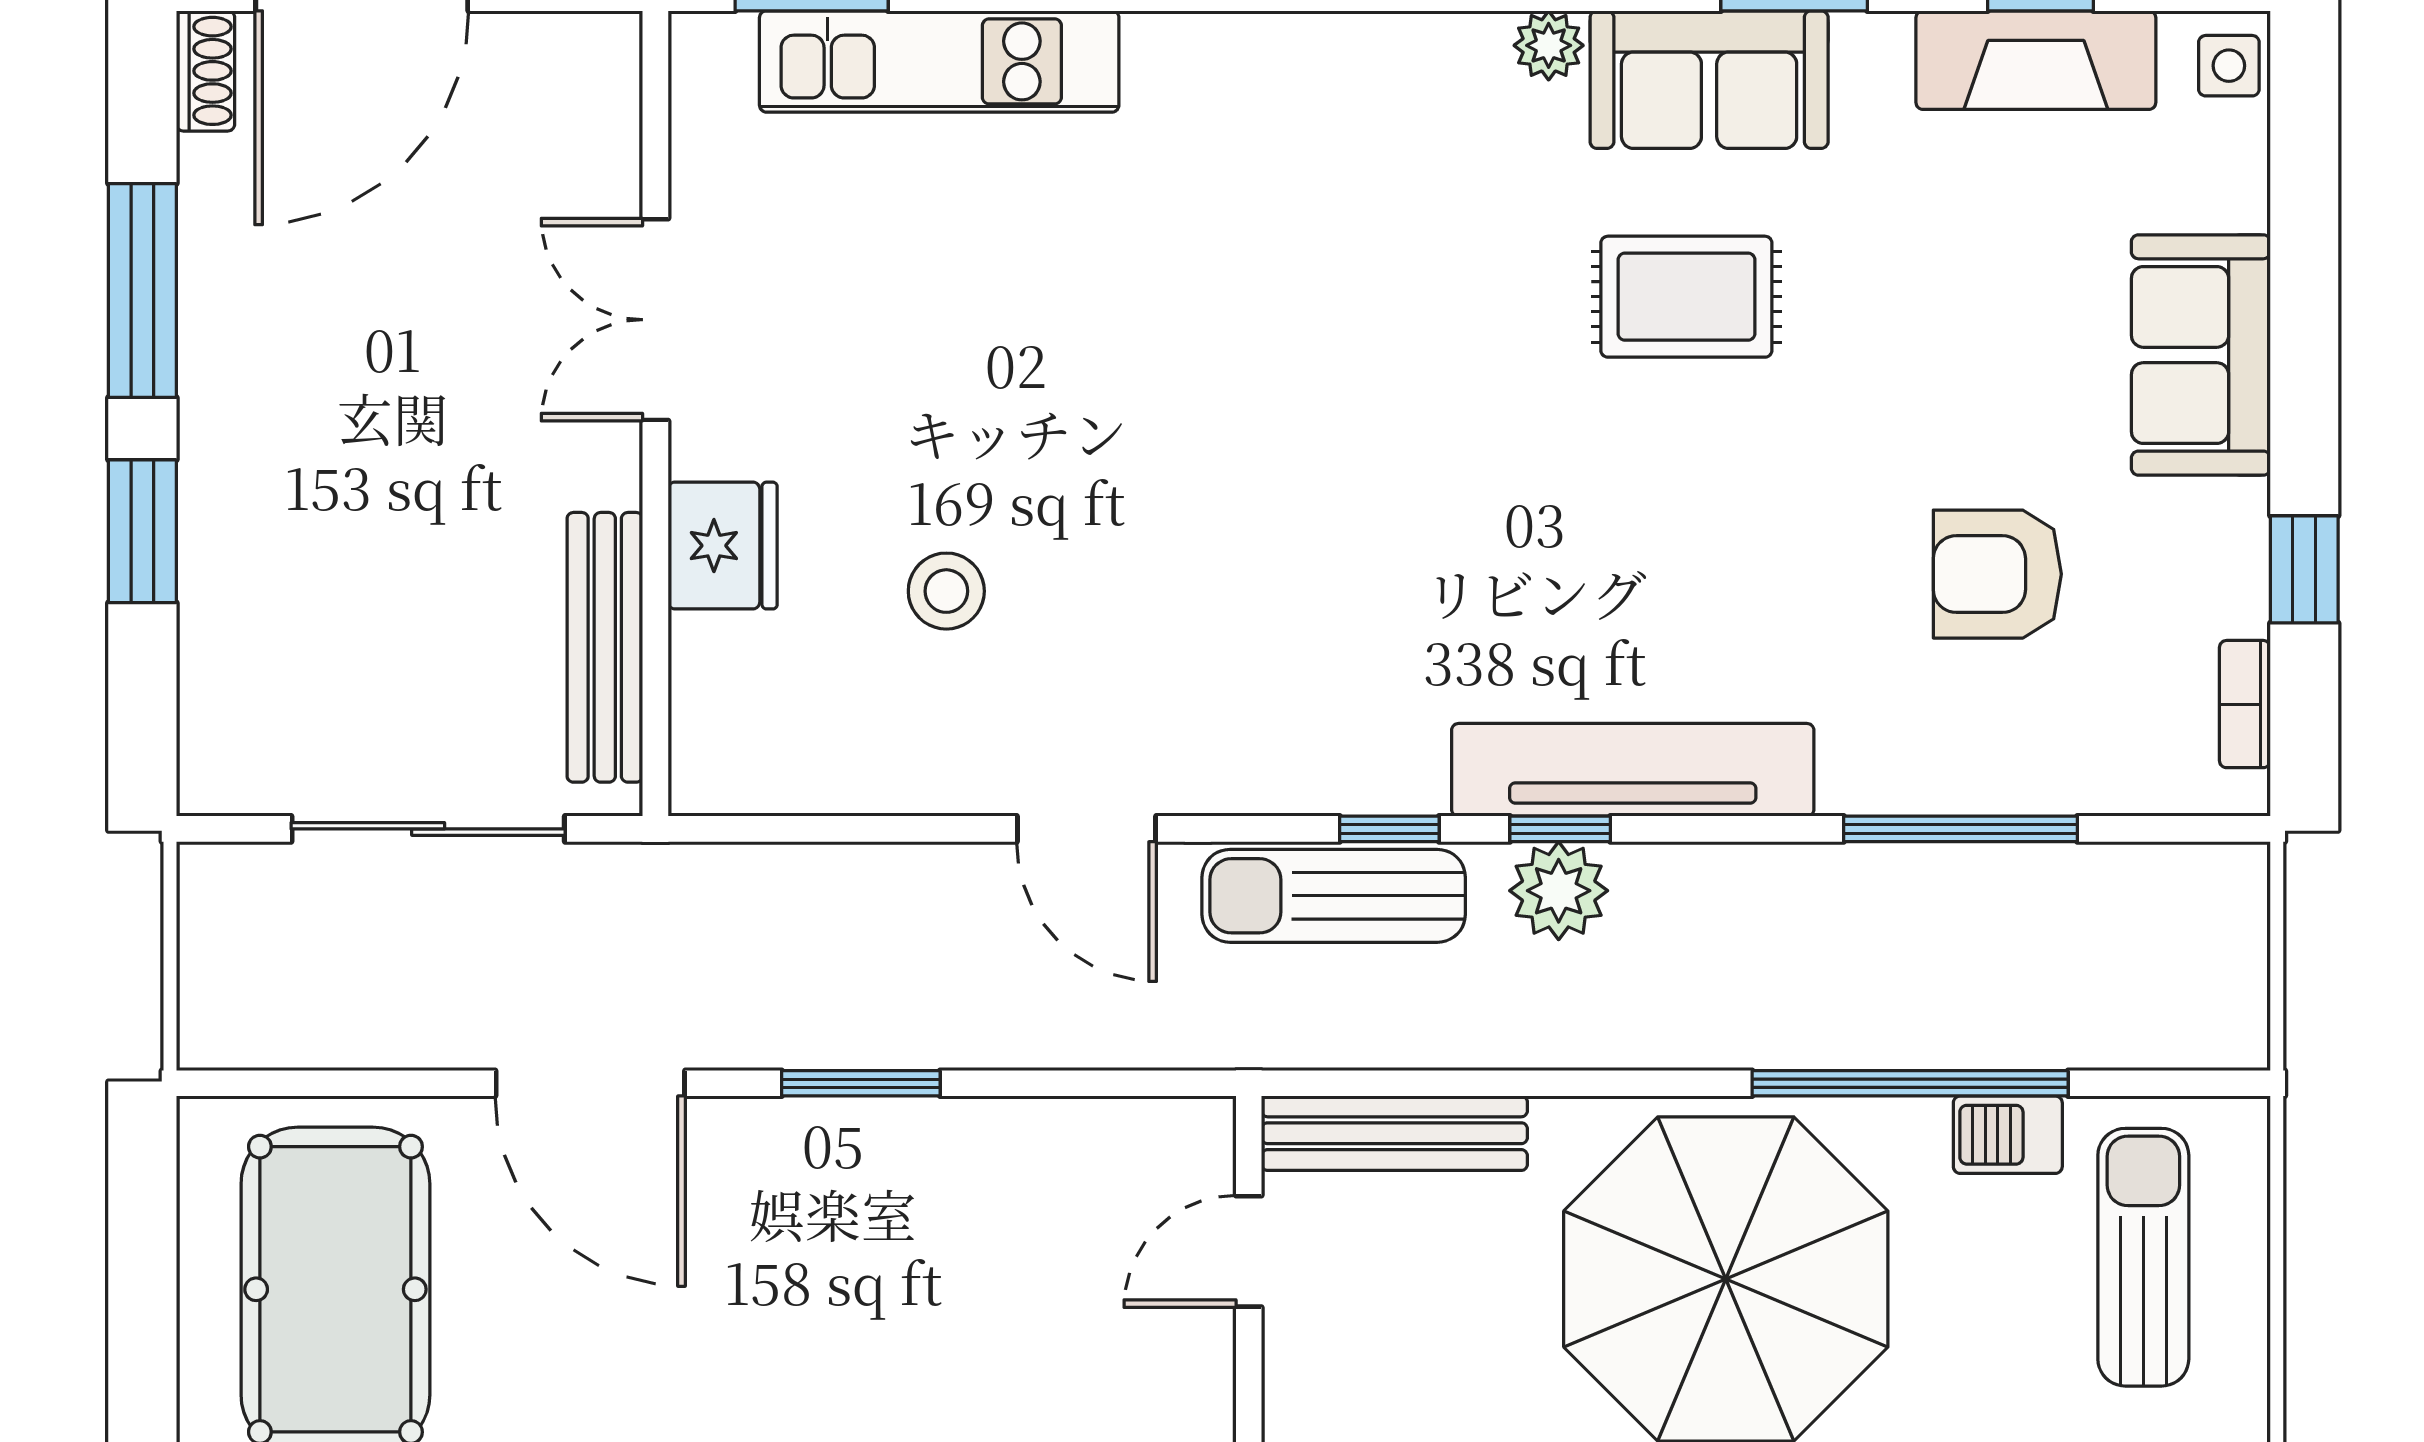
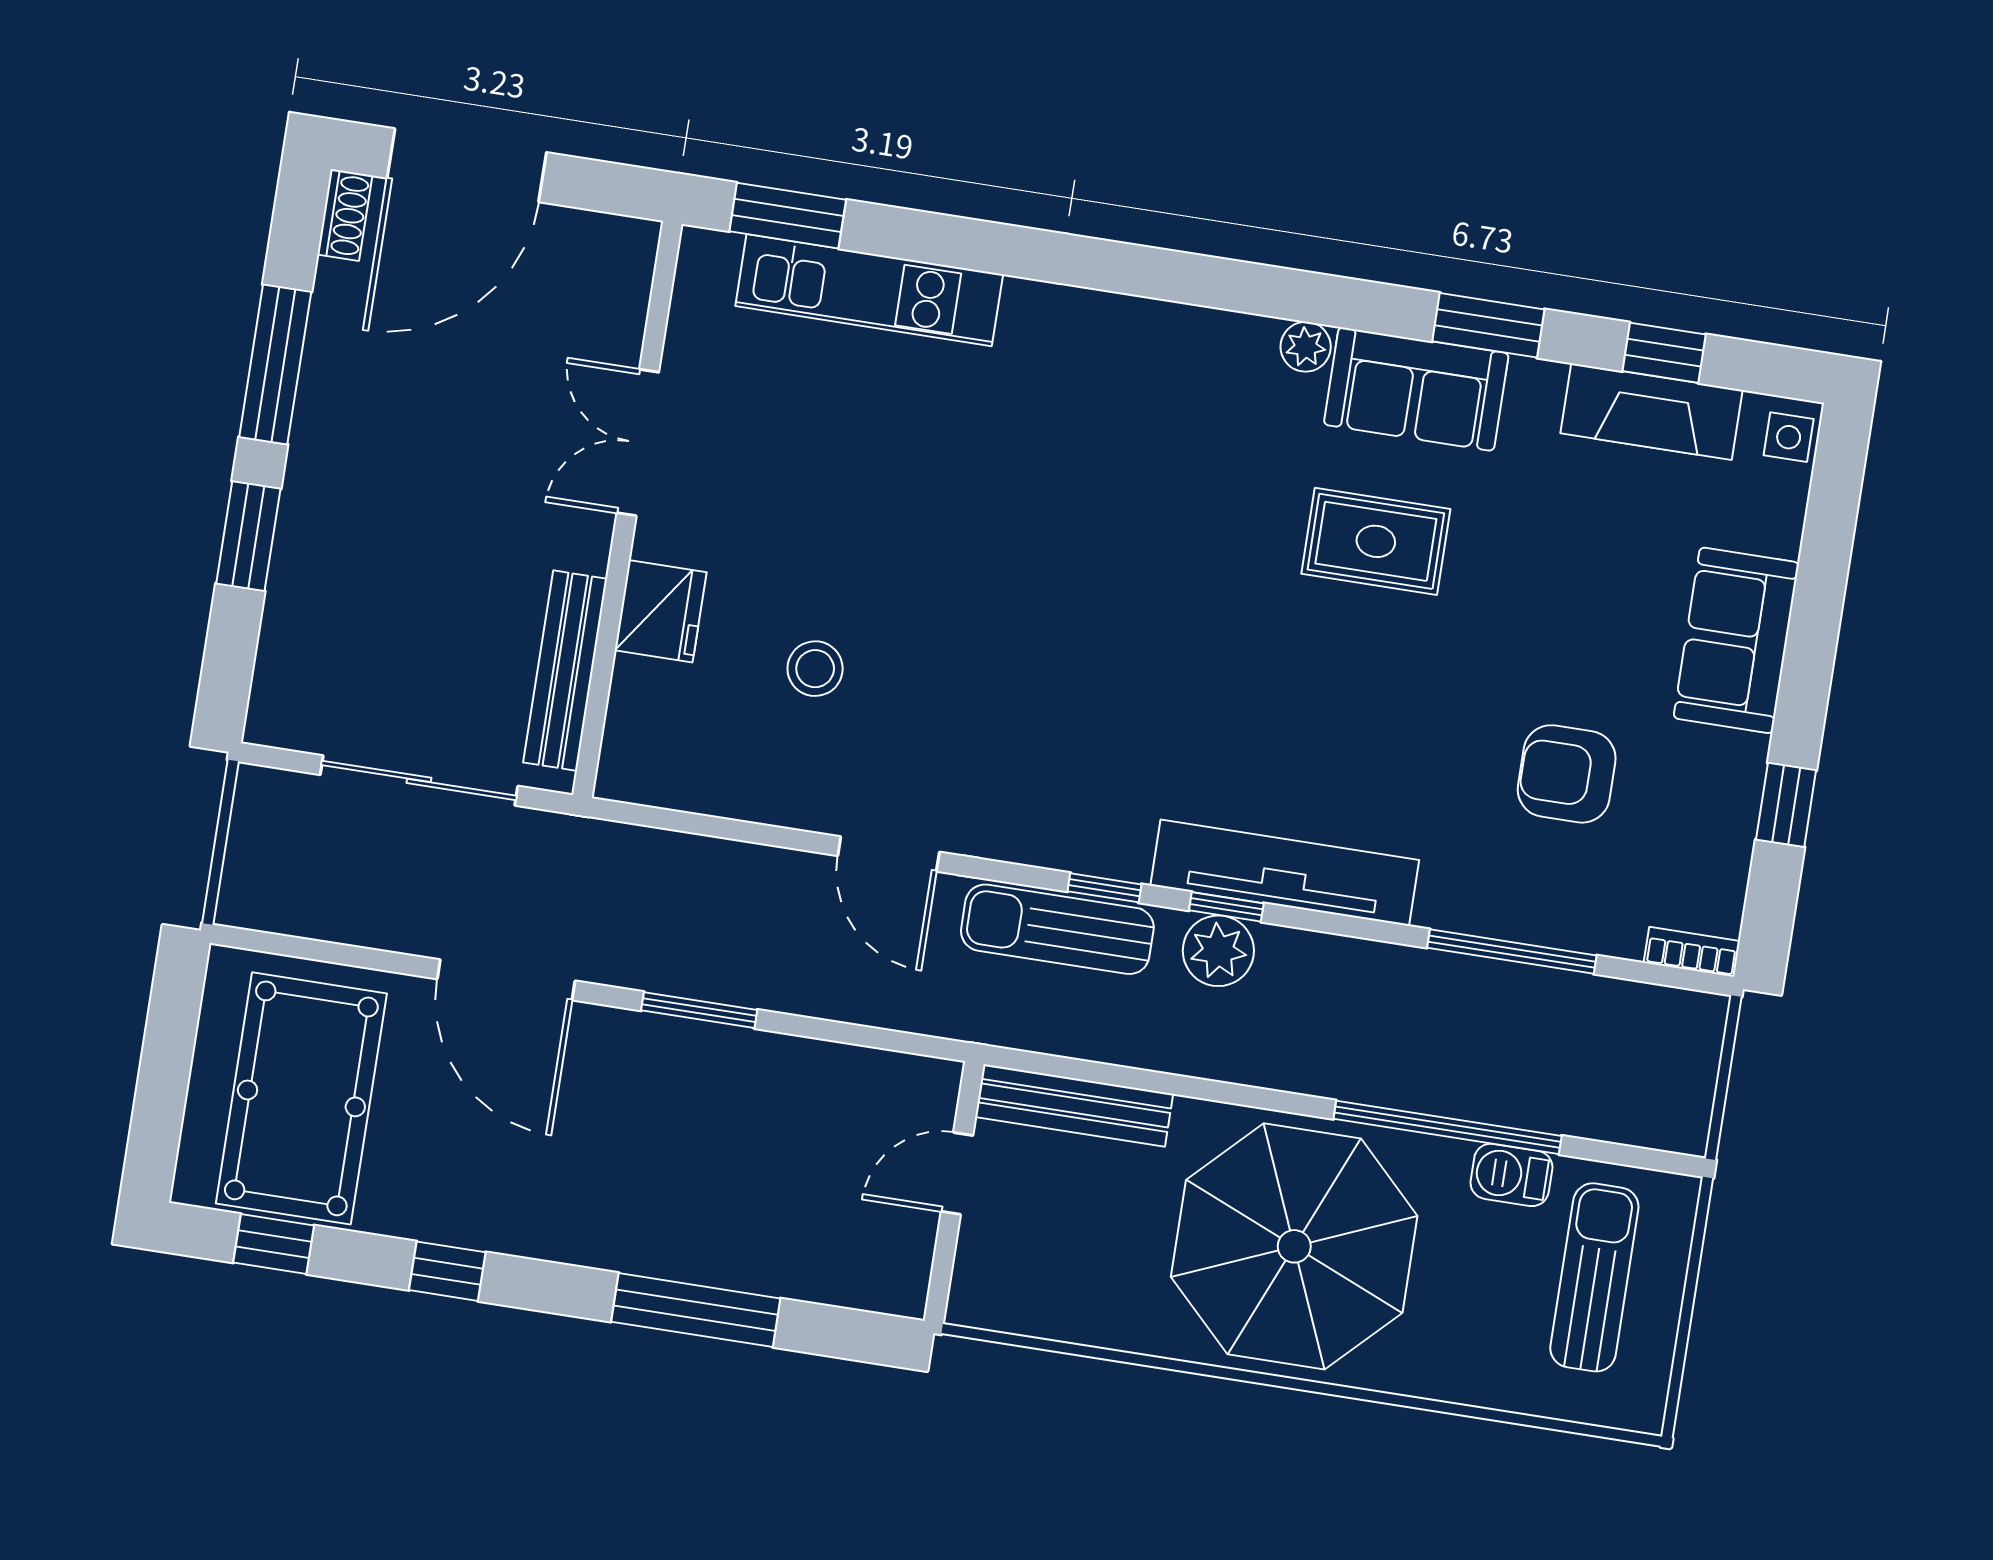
bookcase: (2245, 704) -> (1692, 952), moved, turned 90

